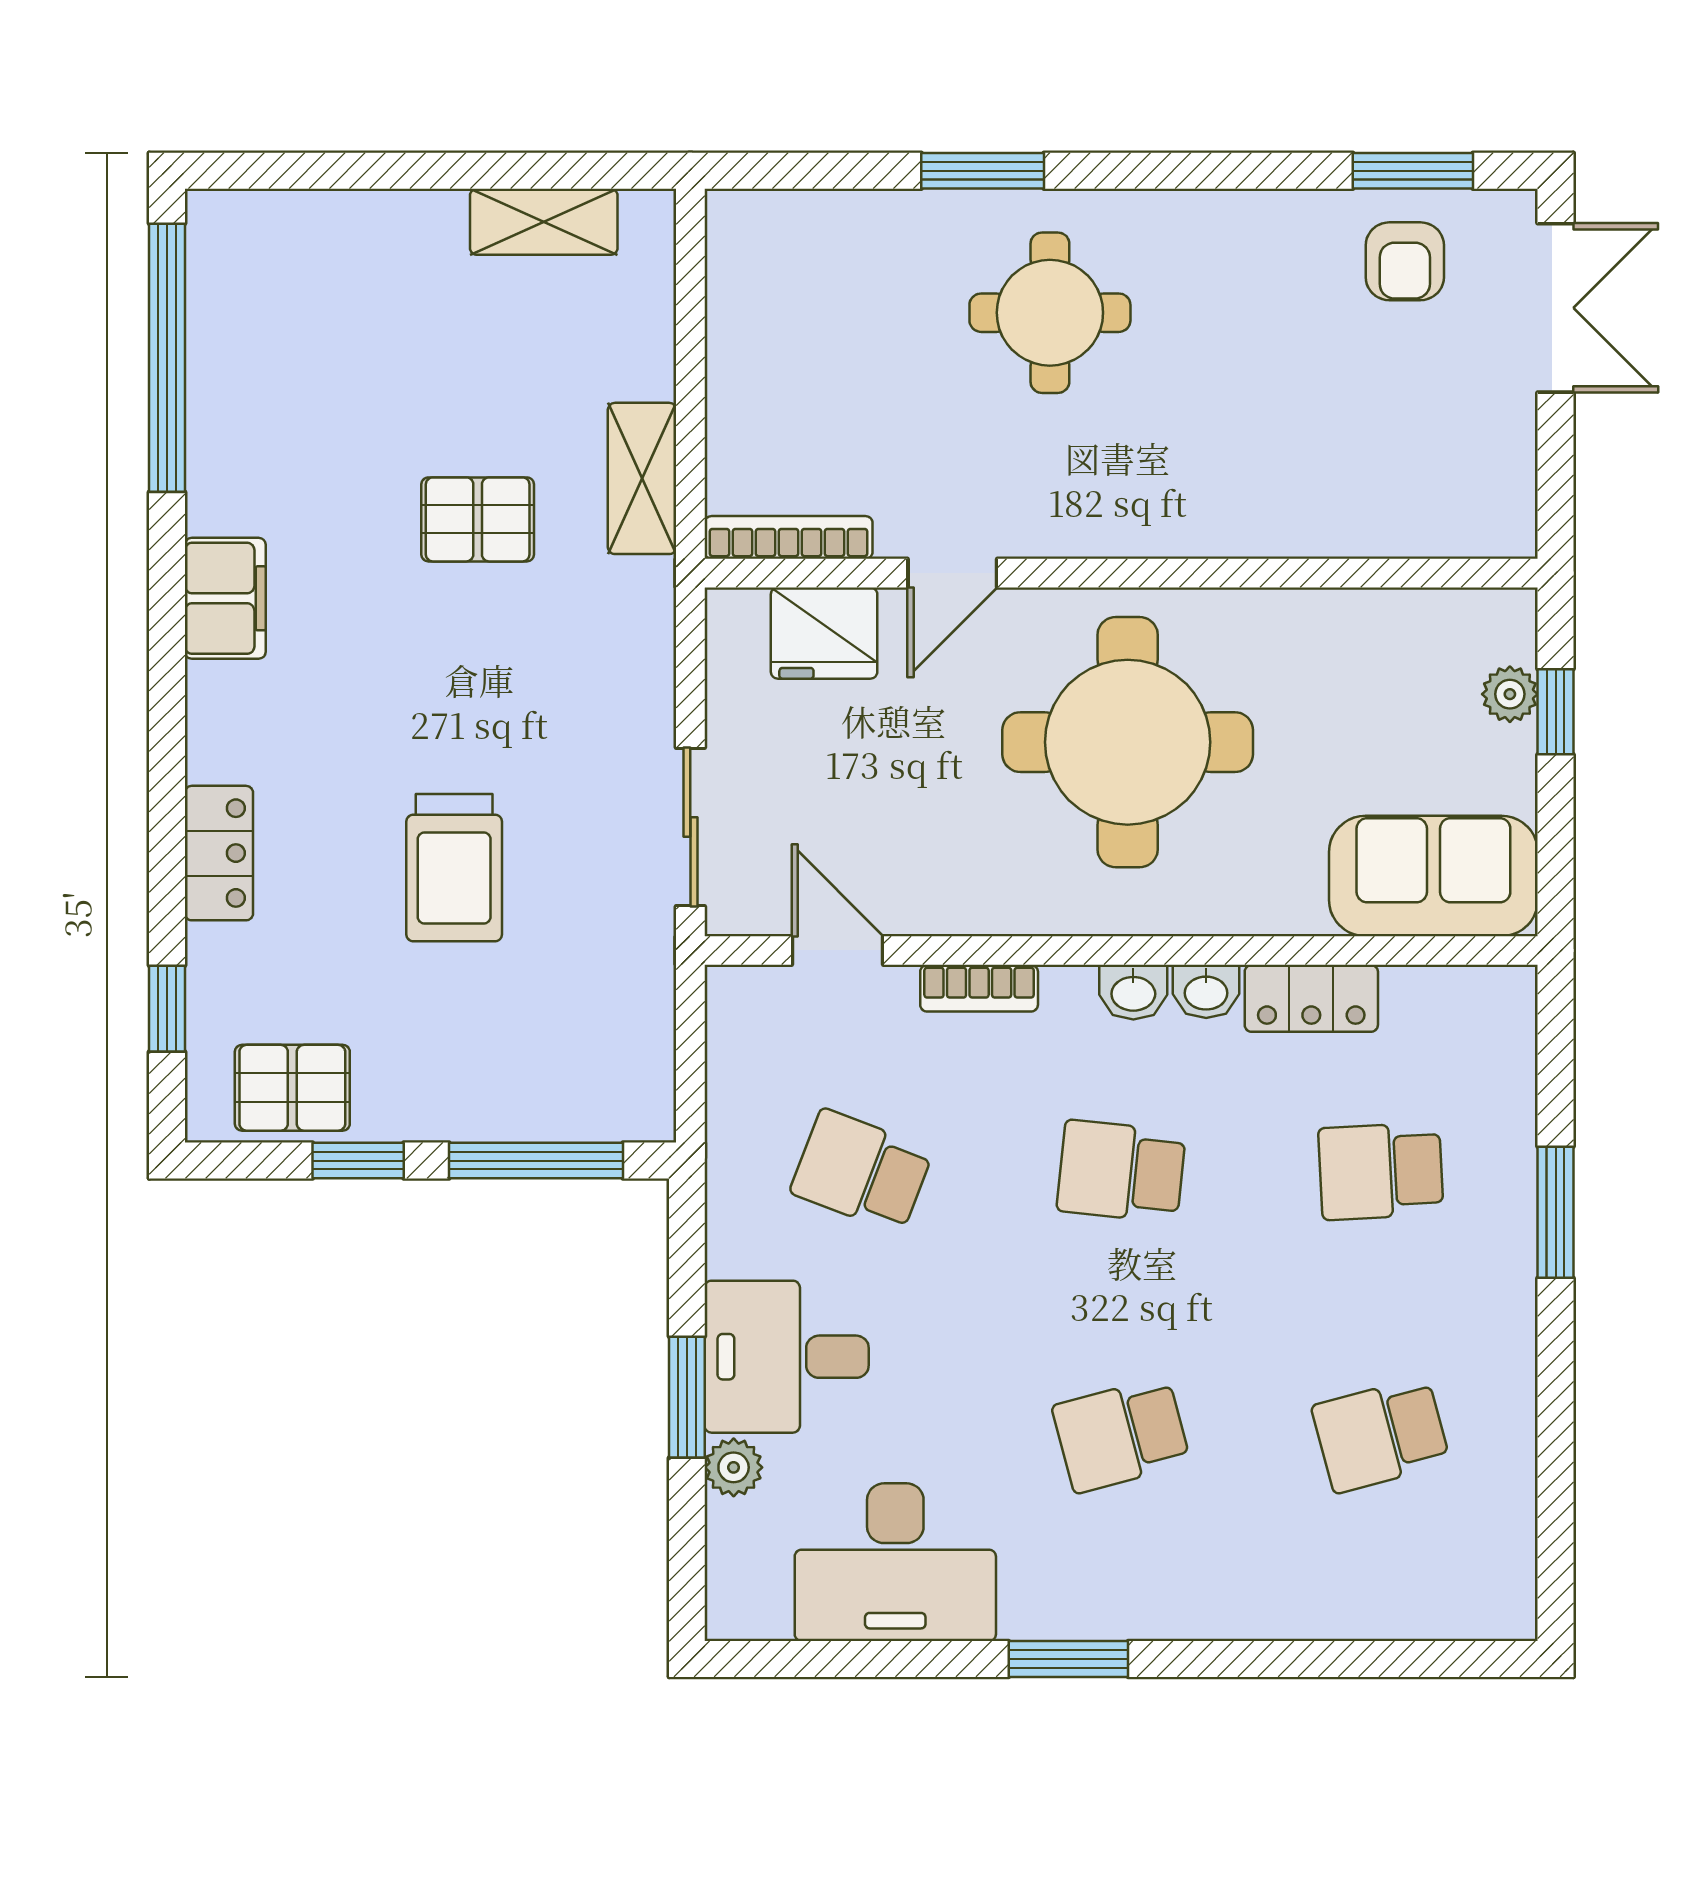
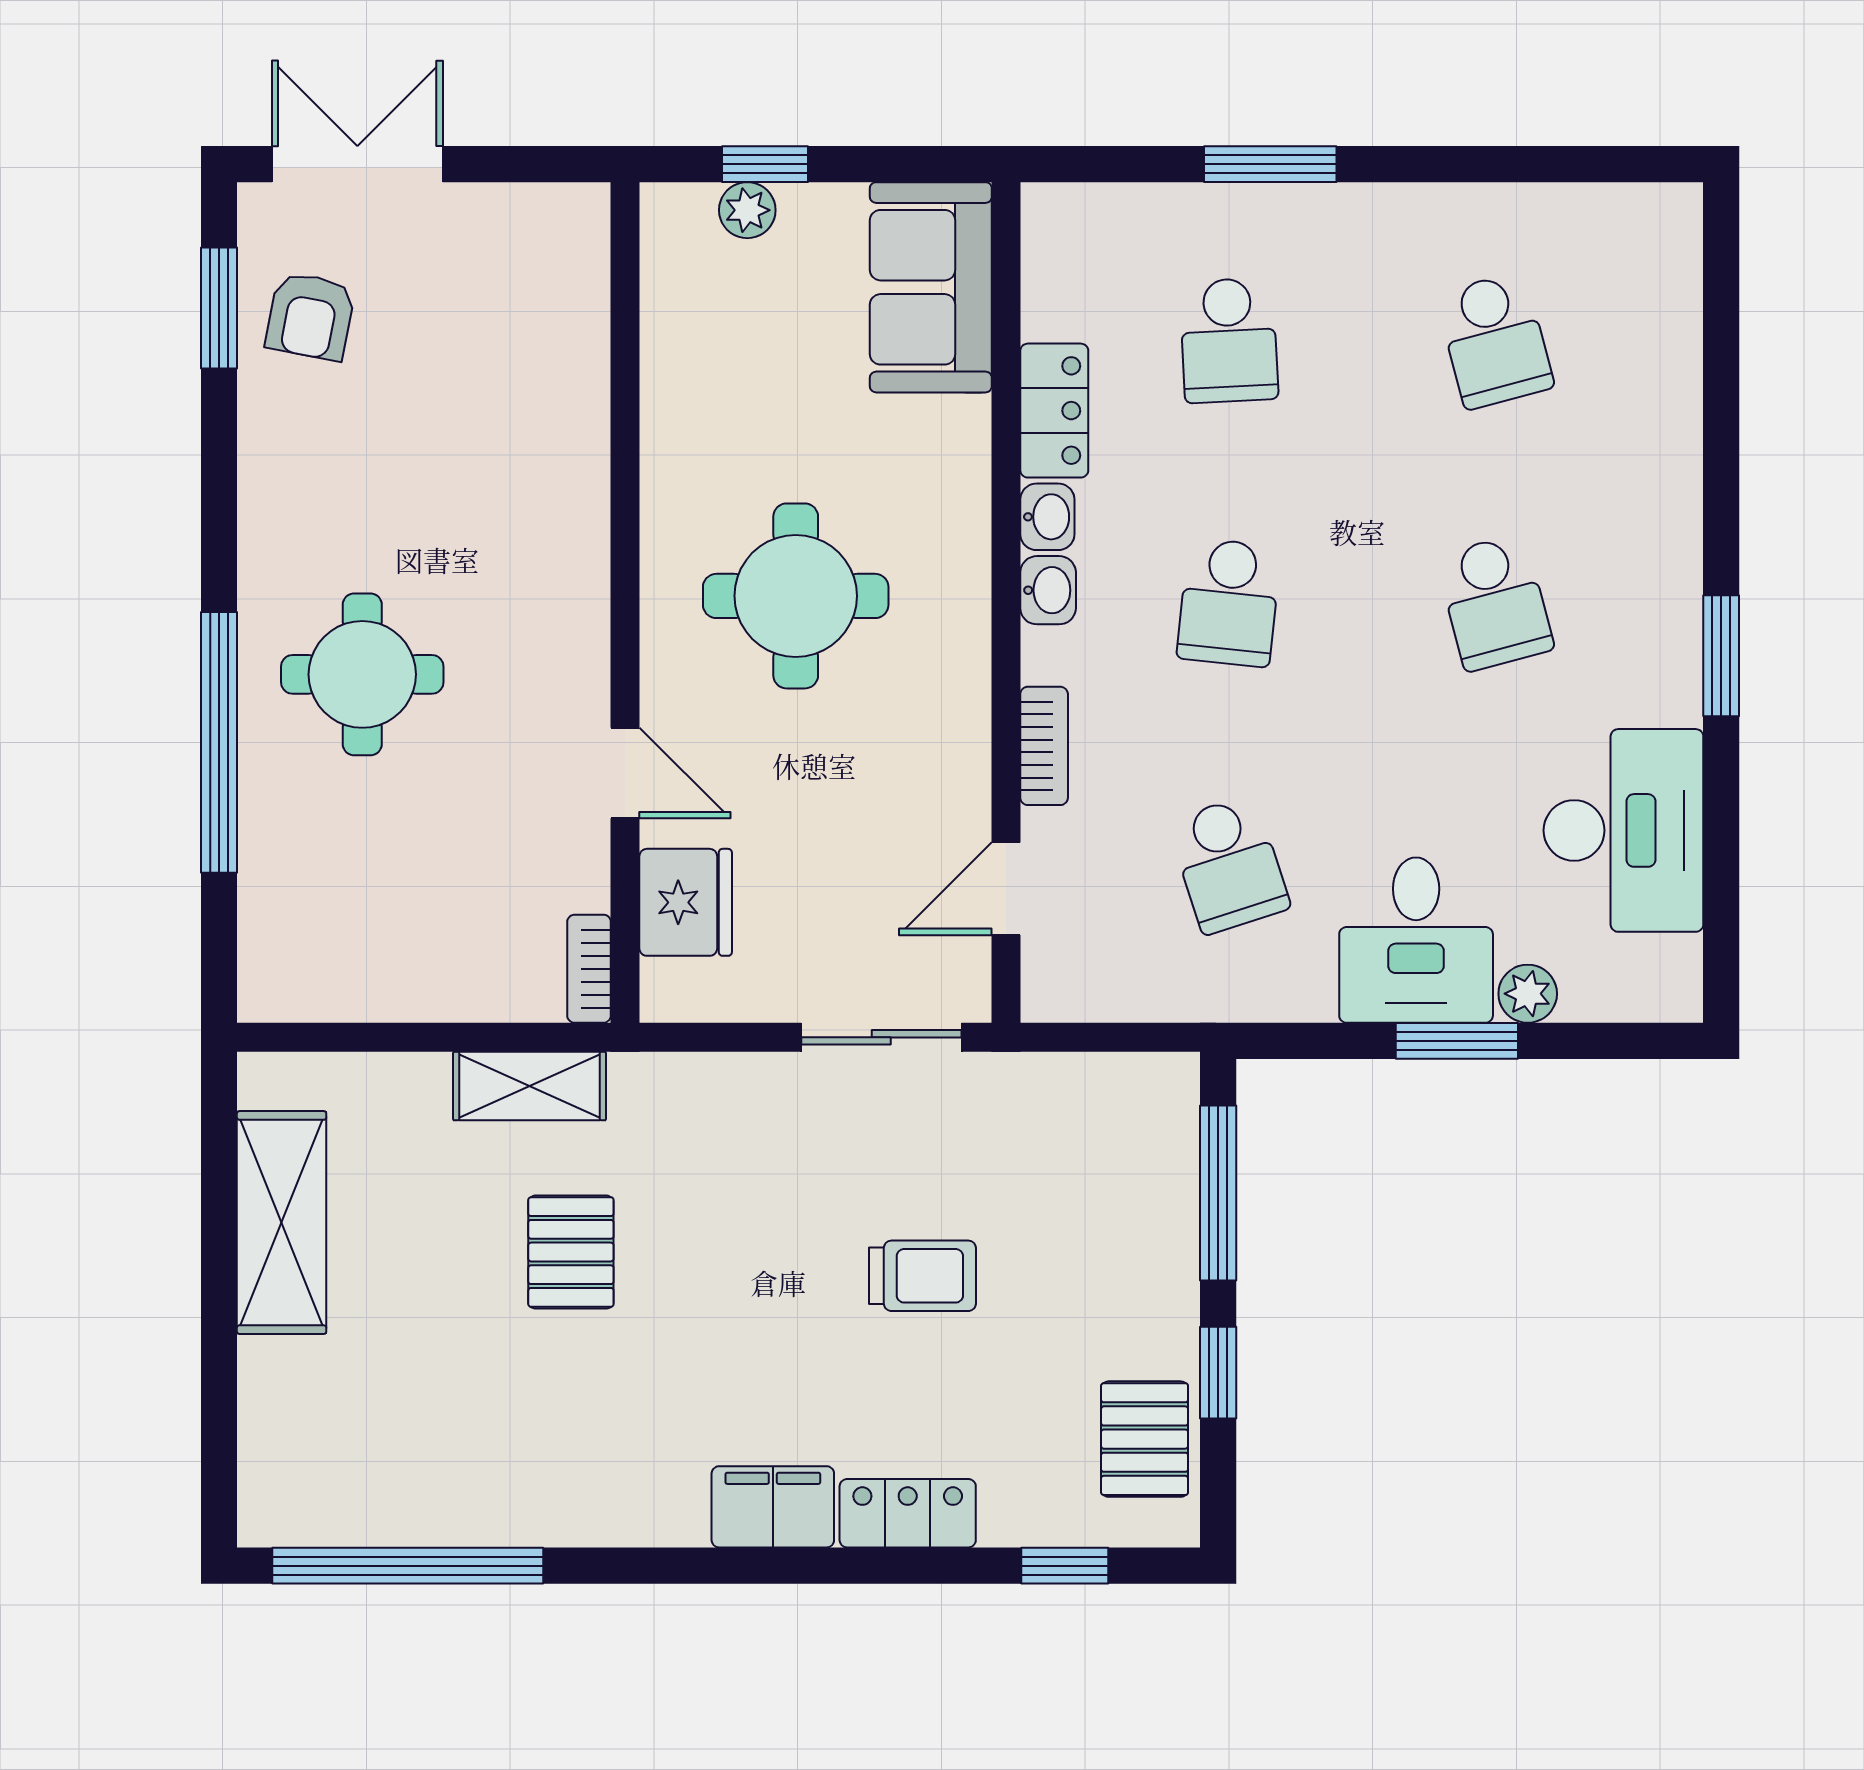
window: (983, 171) -> (219, 742), width x2.11
shelving: (544, 222) -> (282, 1223), width x1.50, depth x1.33
armchair: (1405, 261) -> (310, 316), turned 101
bookcase: (789, 537) -> (589, 969), width x0.64
filing cabinet: (225, 598) -> (773, 1507), moved
round table: (1128, 742) -> (796, 596), width x0.73, depth x0.73
trolley: (454, 868) -> (922, 1276), width x0.73, depth x0.72
school desk: (862, 1171) -> (1229, 865), turned -39

